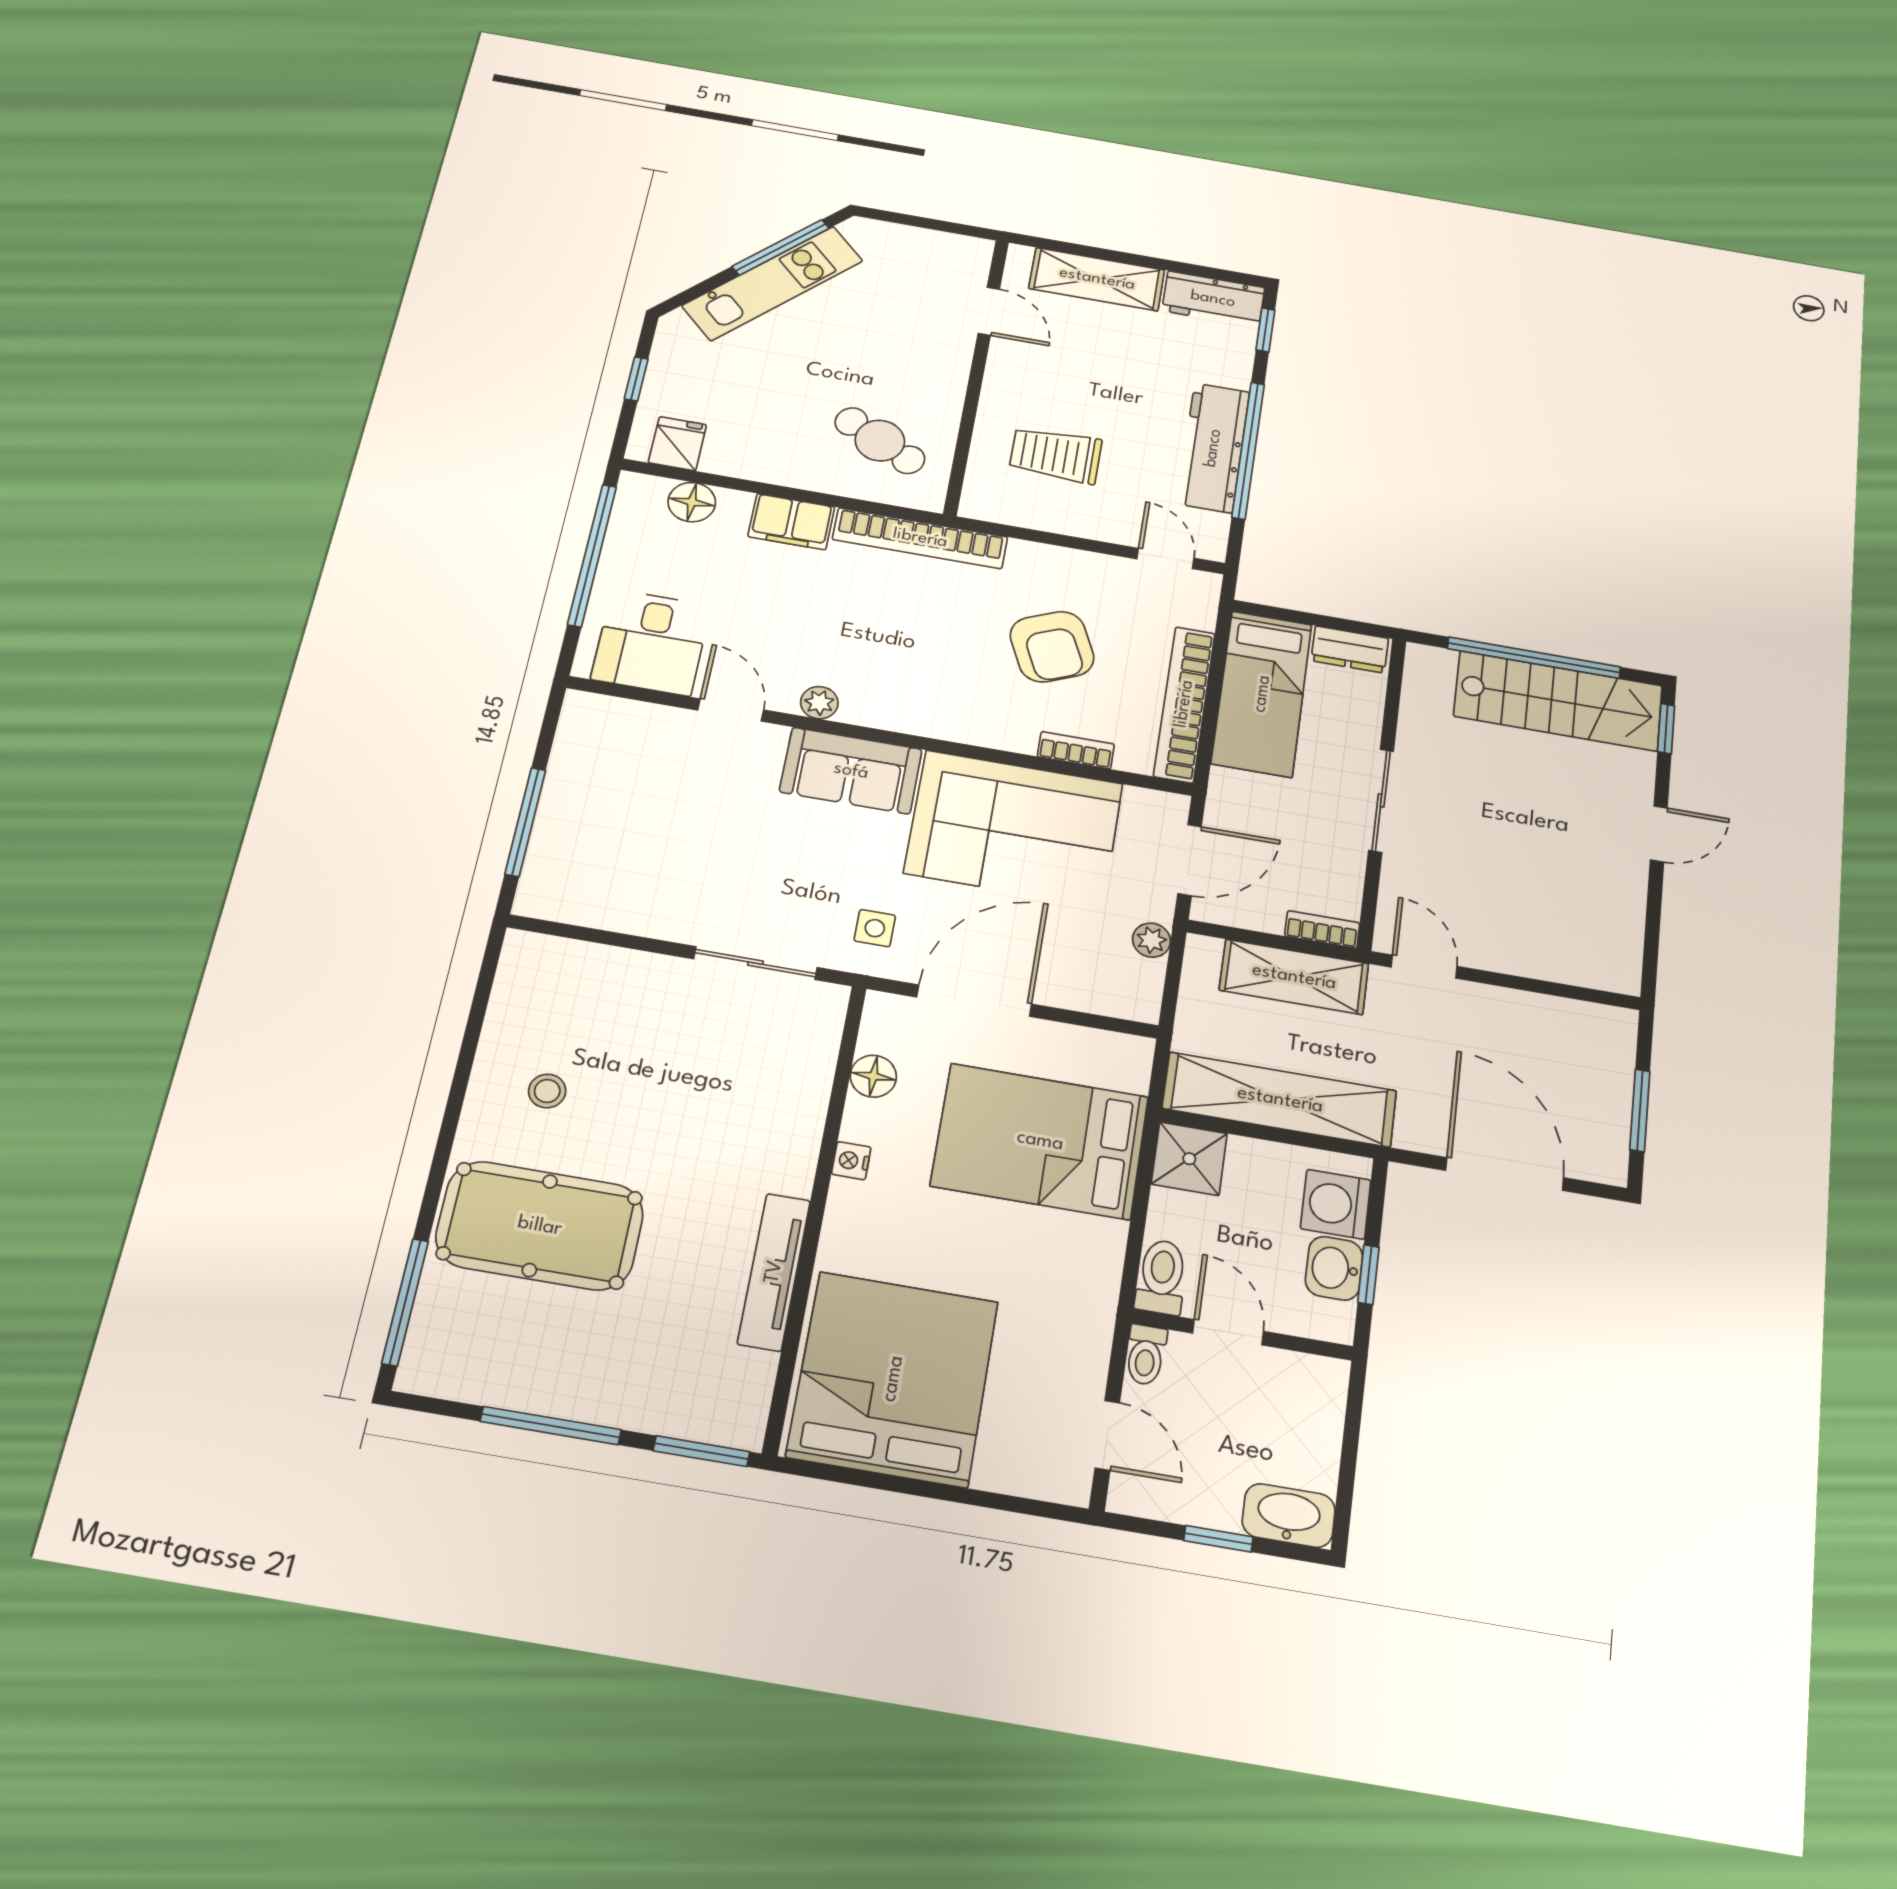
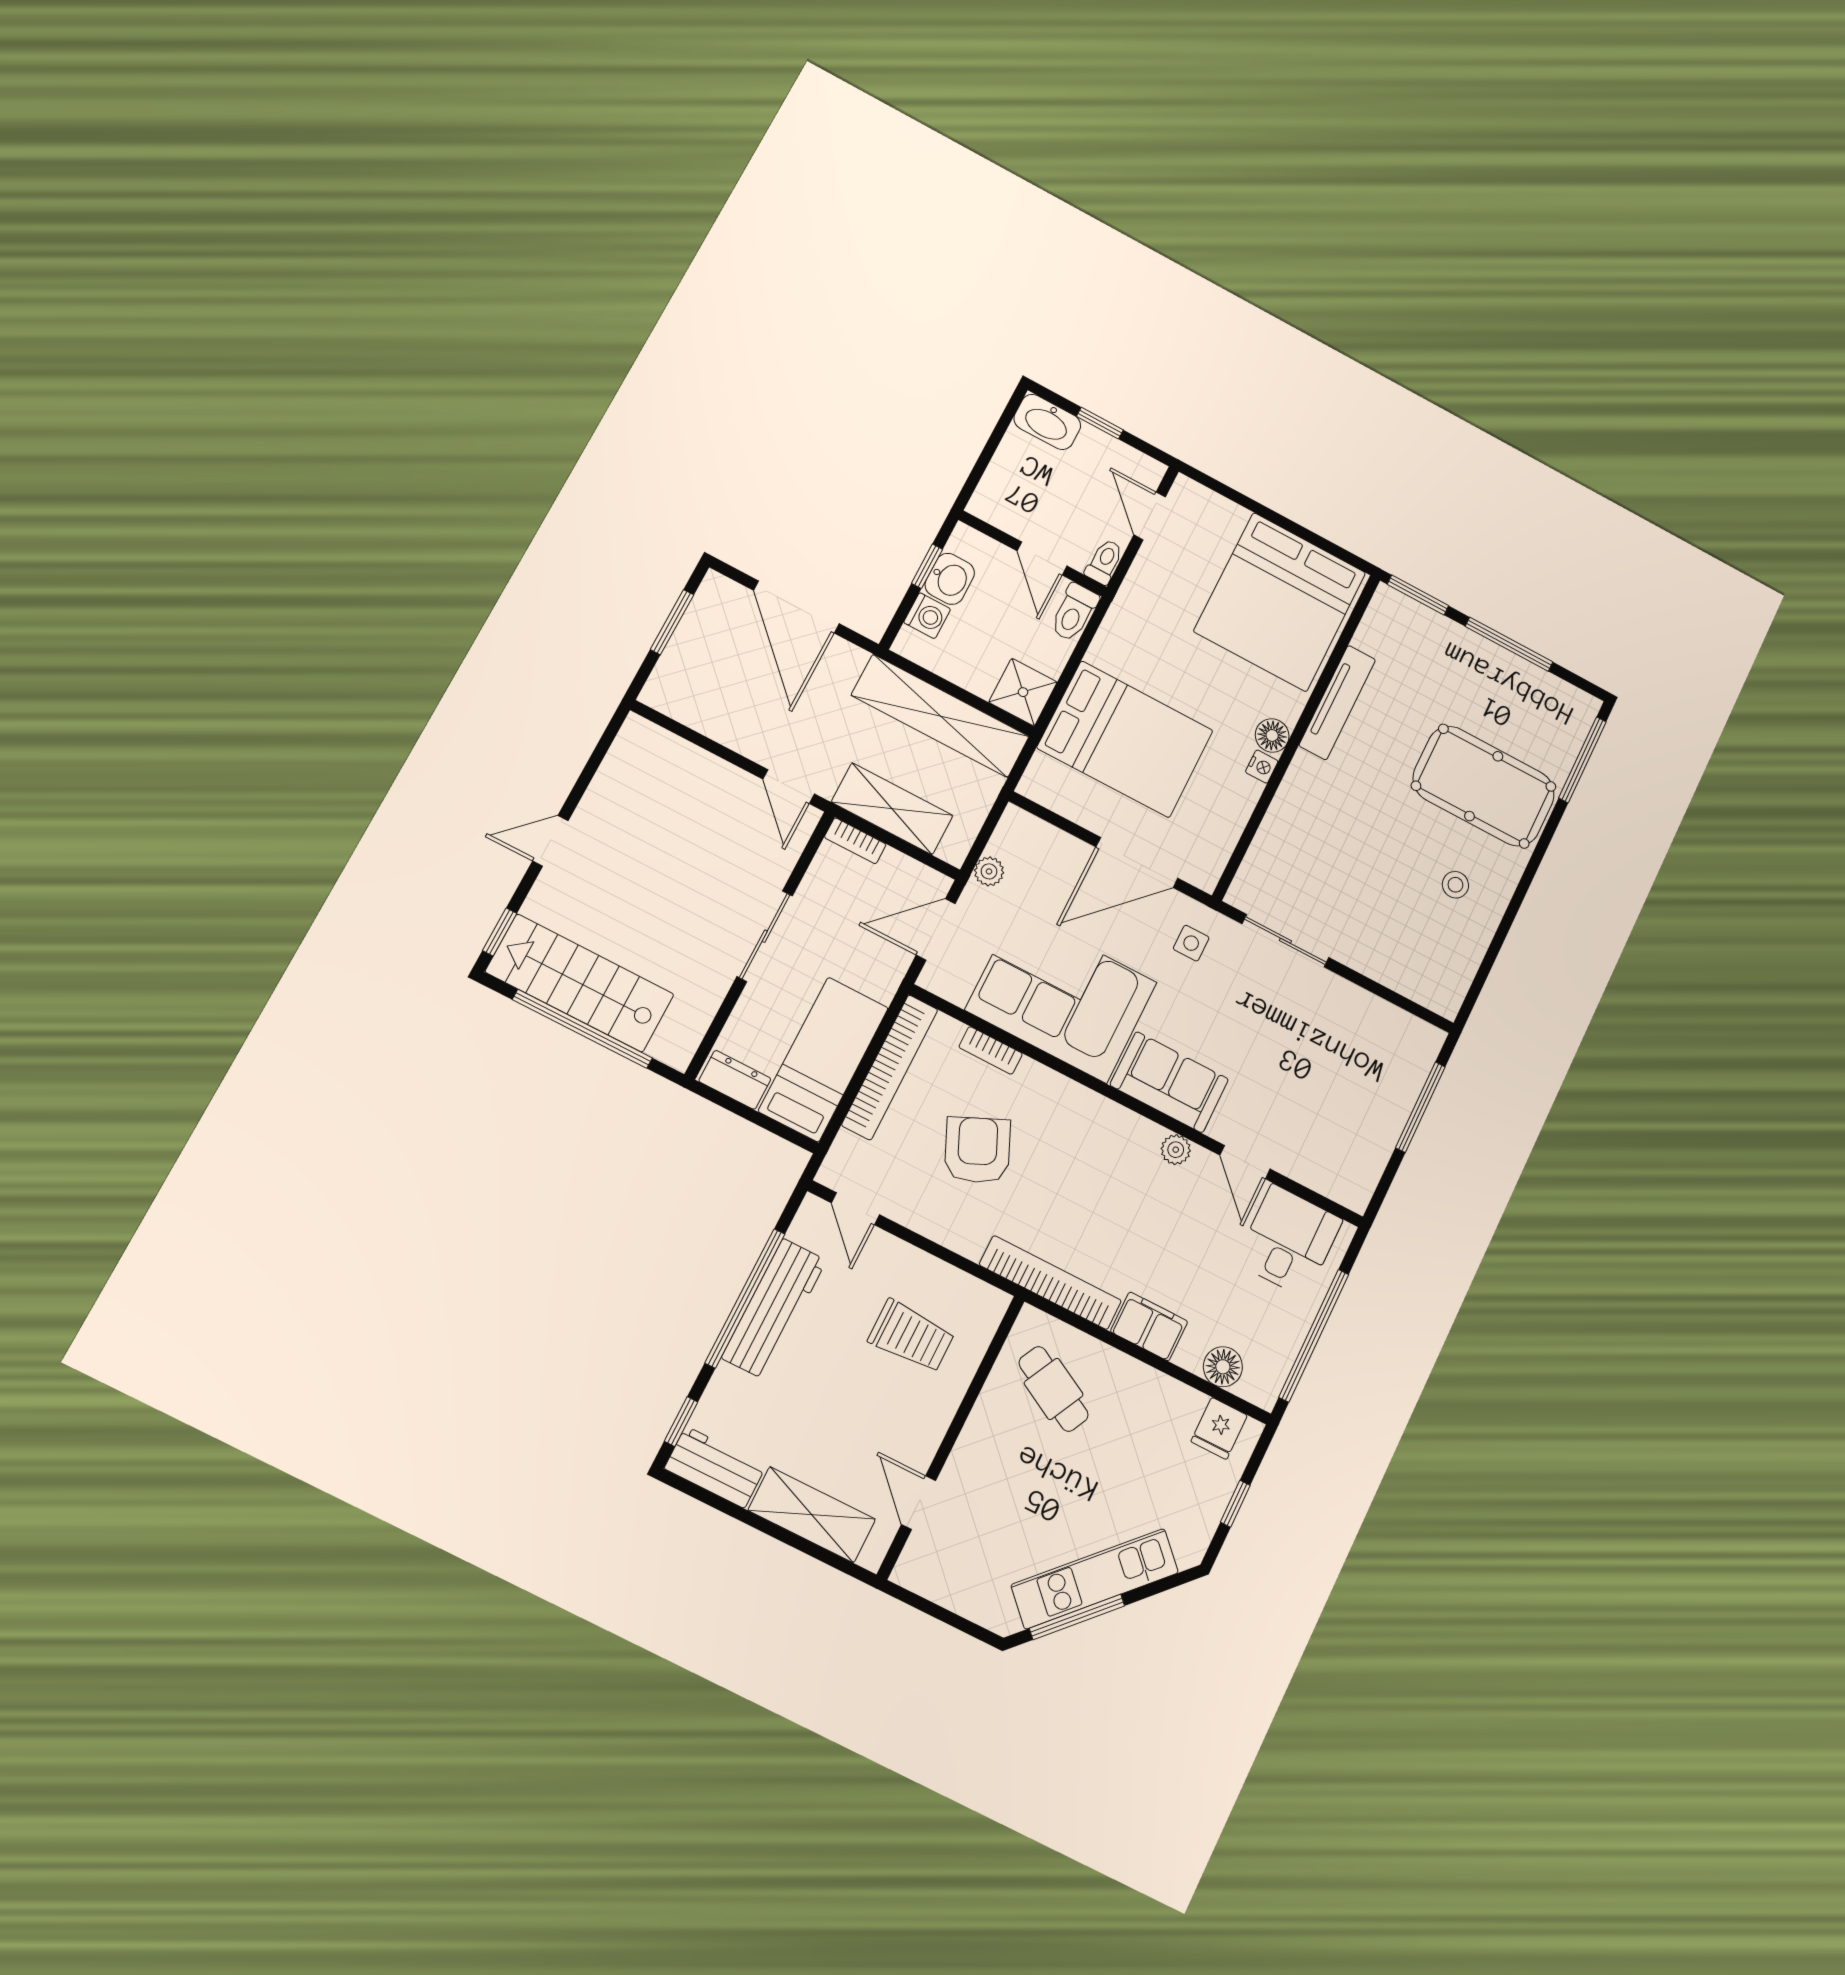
floor lamp: (873, 1076) -> (1272, 735), moved
washing machine: (1336, 1204) -> (927, 616), width x0.73, depth x0.73

